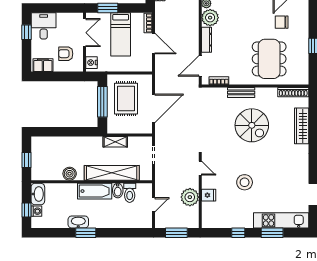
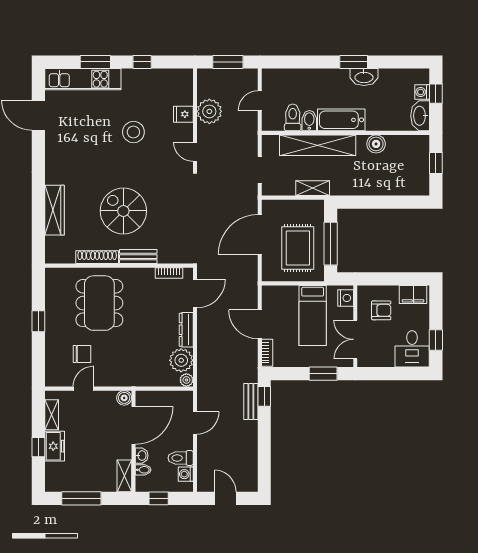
bed: (121, 34) -> (313, 316), moved, turned 180
shoe rack: (293, 92) -> (97, 257), moved

